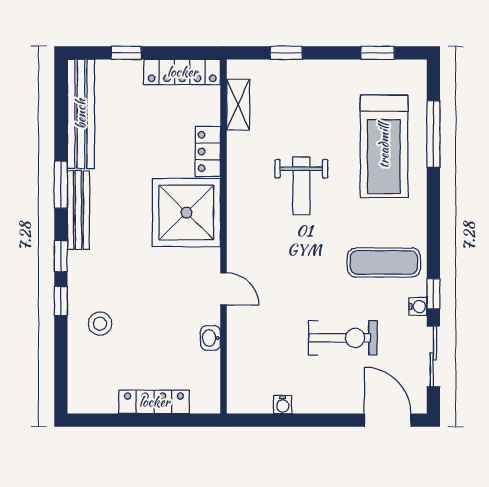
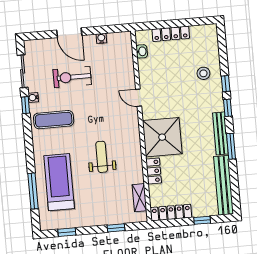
washbasin: (210, 338) -> (142, 51), moved
door: (388, 420) -> (69, 33), moved

